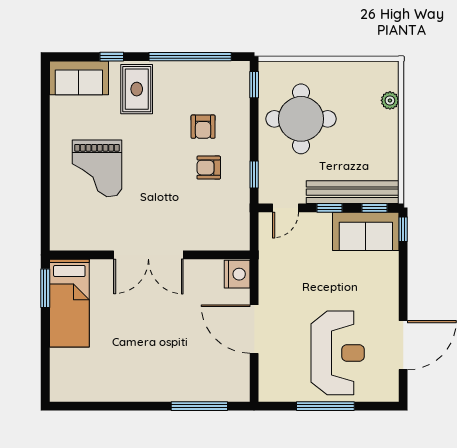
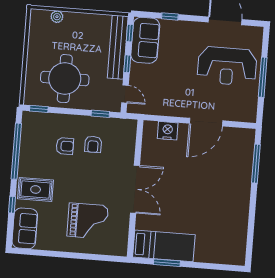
window: (403, 229) -> (170, 16), moved
double door: (148, 255) -> (135, 189), moved
wall: (150, 255) -> (135, 188), moved
bed: (69, 303) -> (164, 246), moved
reception desk: (338, 353) -> (227, 66), turned 180

